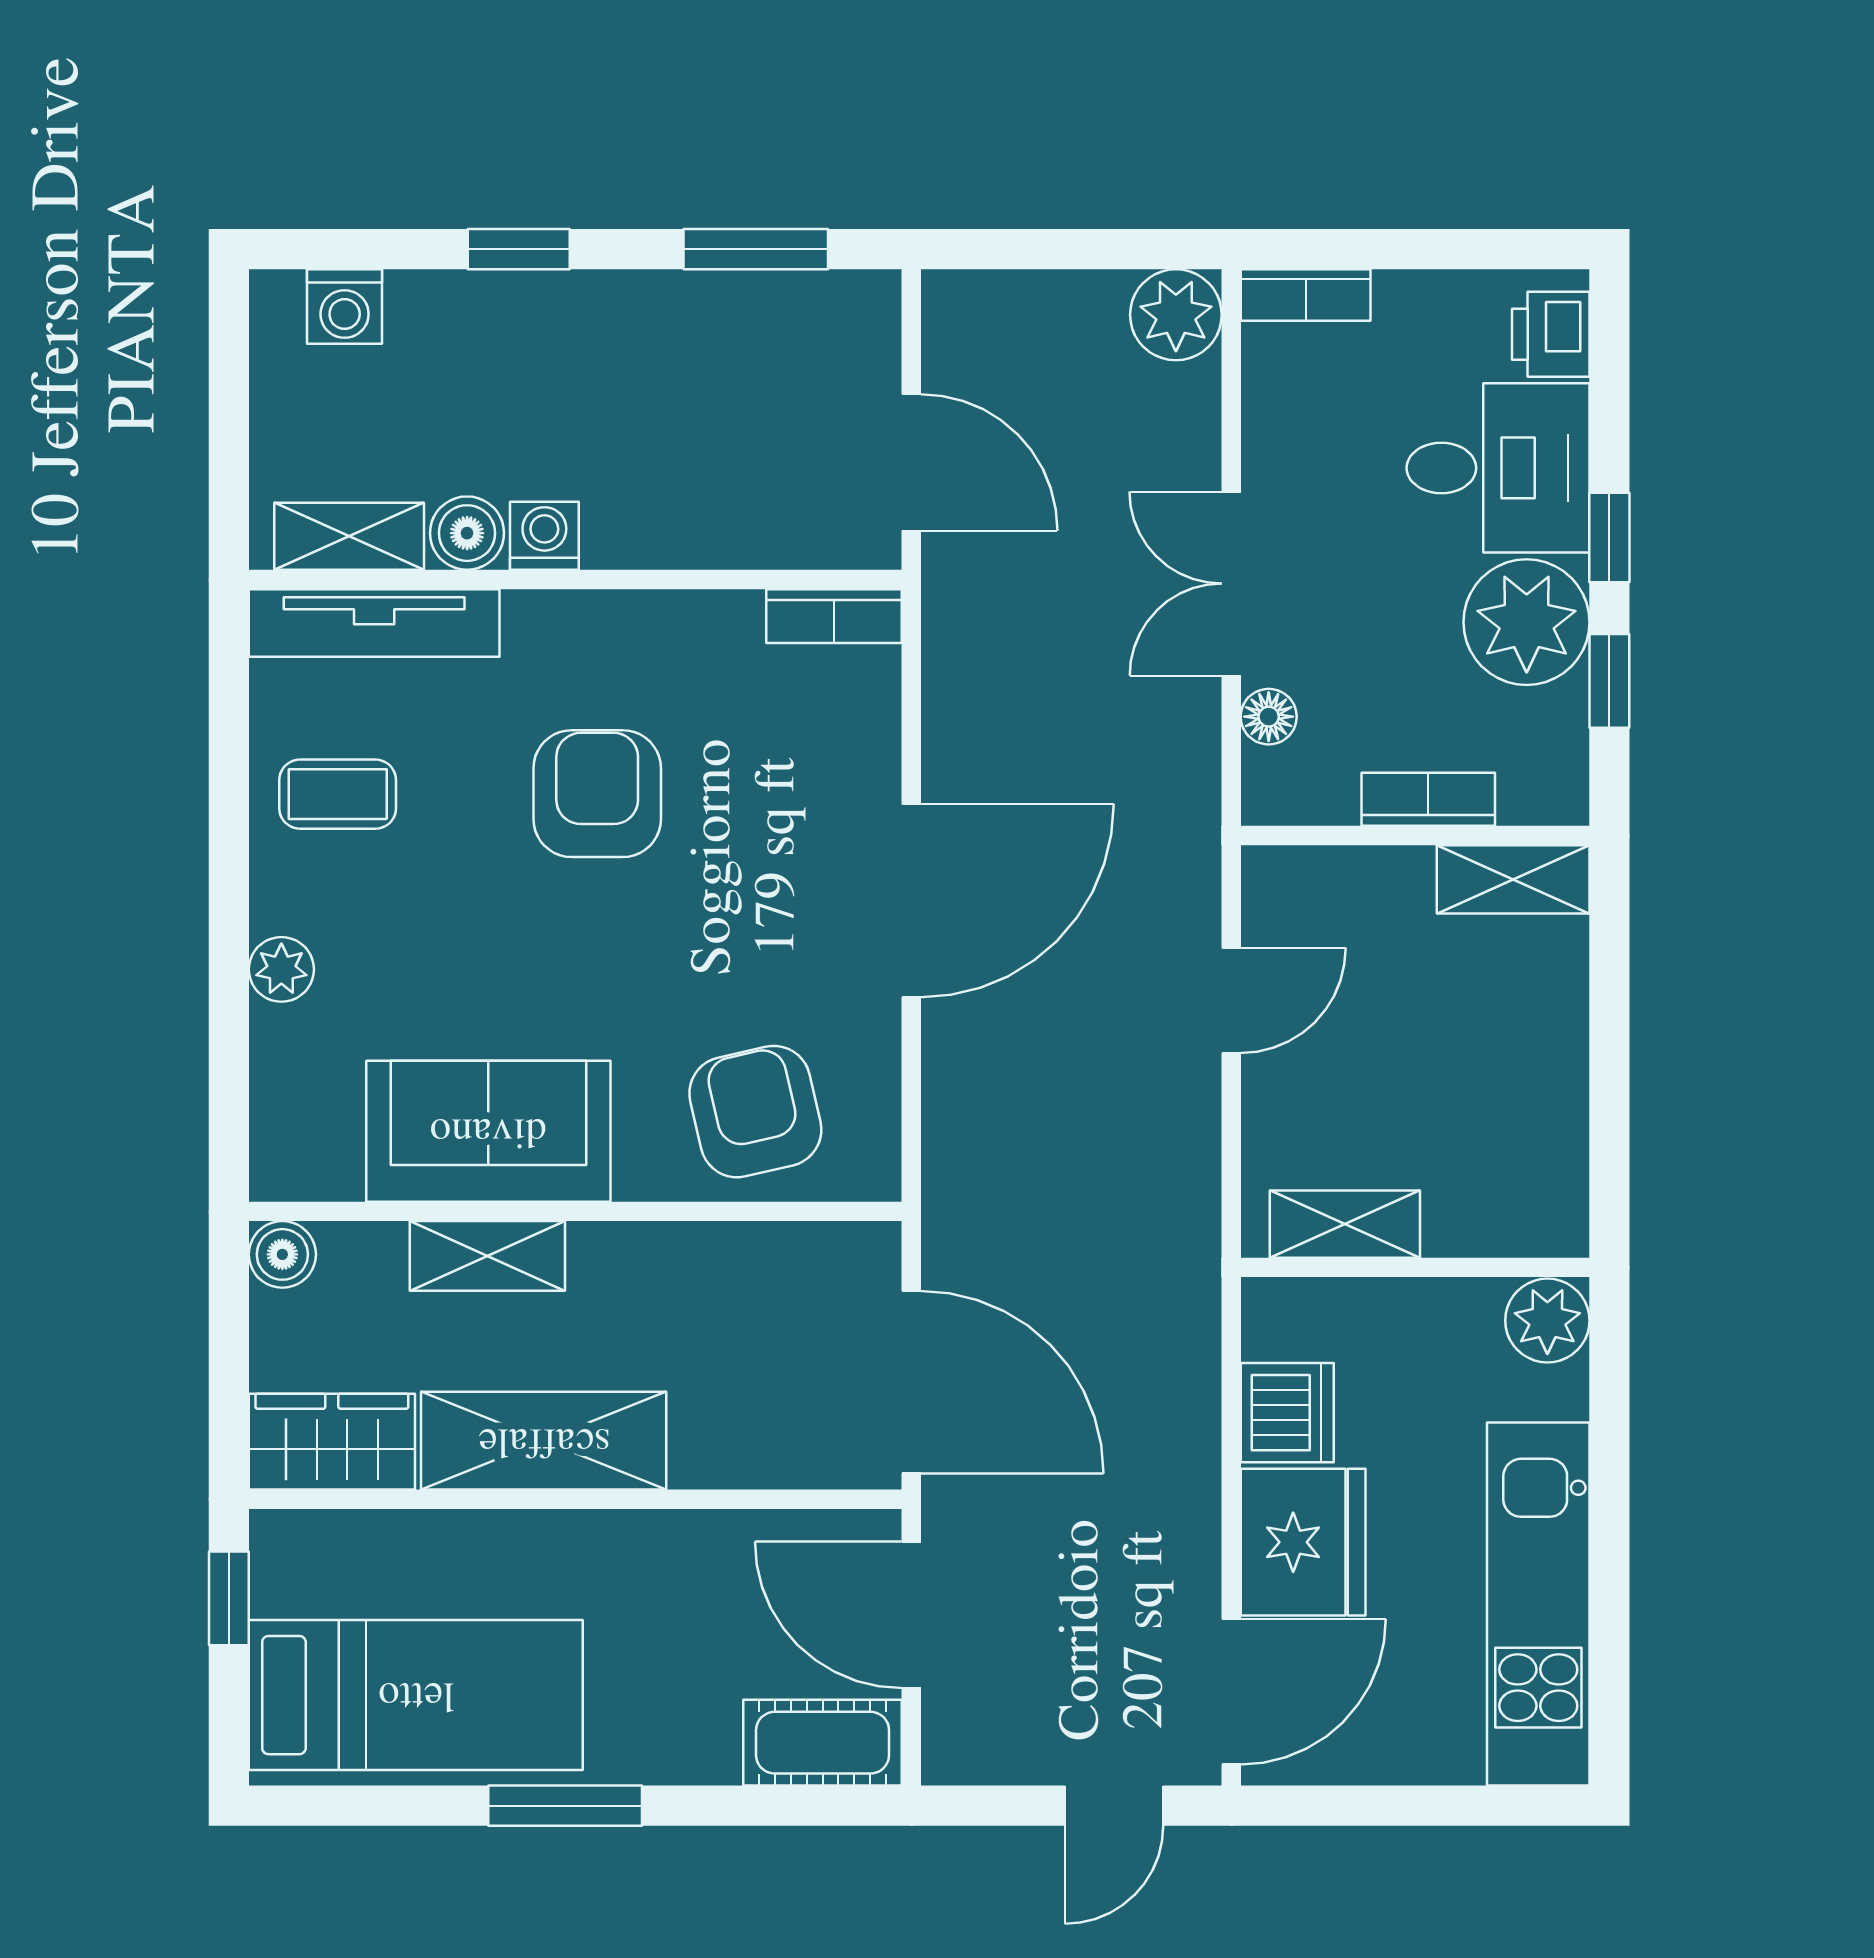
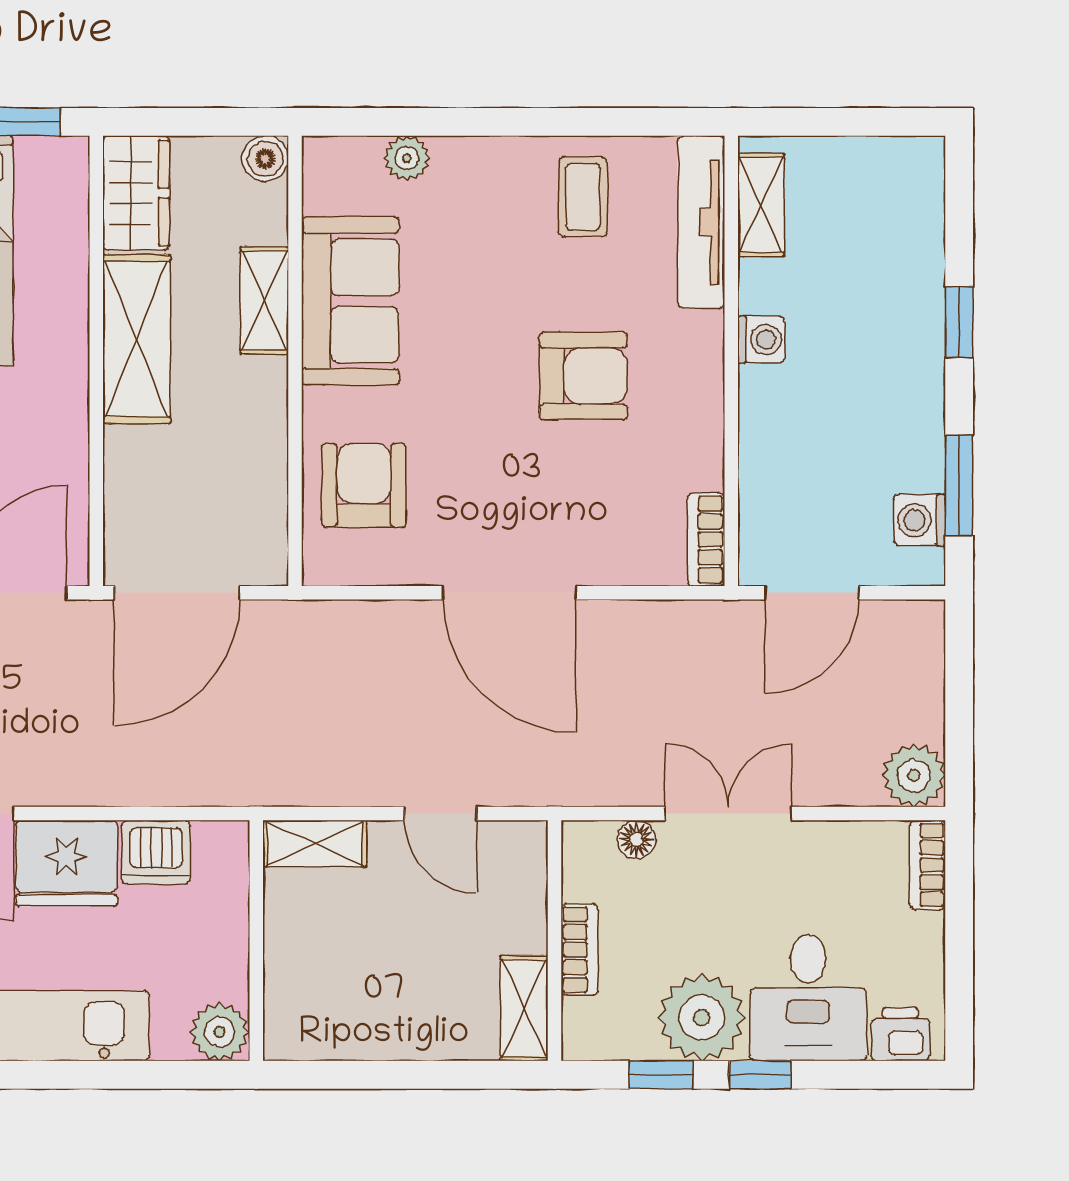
washing machine: (345, 307) -> (920, 520), moved
boiler: (467, 533) -> (763, 286), removed
plant: (281, 969) -> (407, 158), moved
armchair: (755, 1112) -> (364, 485), turned -77
shelving: (1345, 1224) -> (315, 844), moved, turned 90

